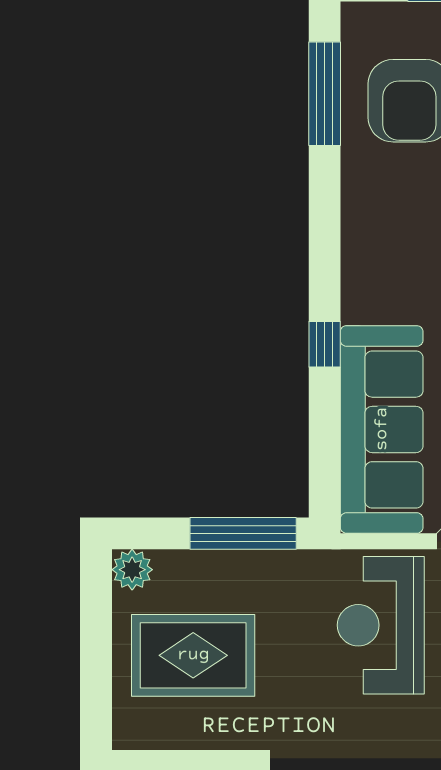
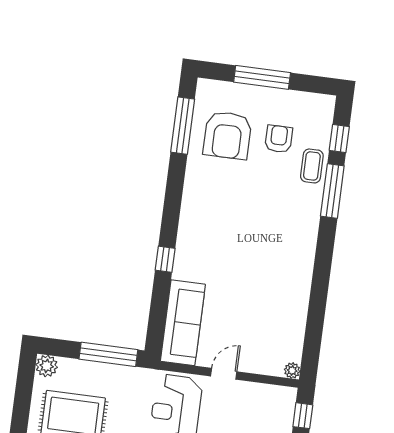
sofa: (382, 429) -> (183, 323), width x0.74, depth x0.79

